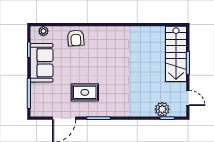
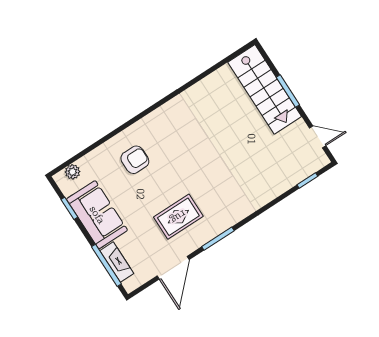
armchair: (76, 38) -> (135, 160), moved, turned -86
fireplace: (36, 95) -> (117, 262), added
plant: (162, 109) -> (294, 173), removed

